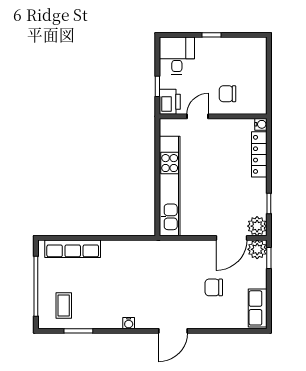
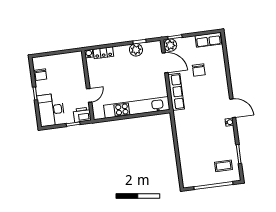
desk: (177, 56) -> (51, 110), width x1.37
chair: (228, 94) -> (41, 75), moved
door: (198, 116) -> (89, 95), swing flipped
locker: (259, 154) -> (103, 53), width x0.66
plant: (257, 226) -> (136, 50), moved
row of seats: (73, 249) -> (176, 92), moved
door: (173, 331) -> (233, 108), moved

